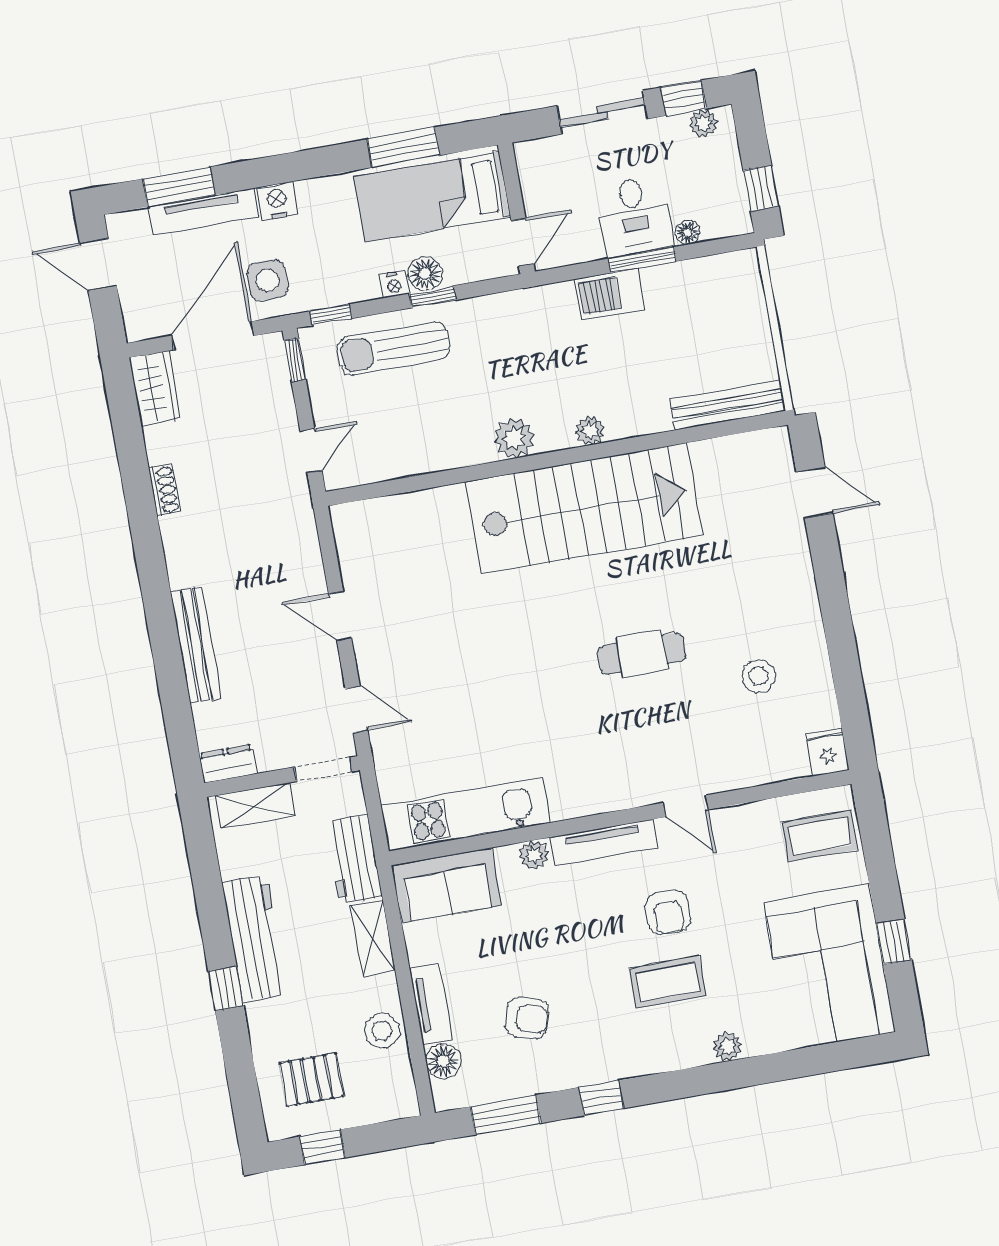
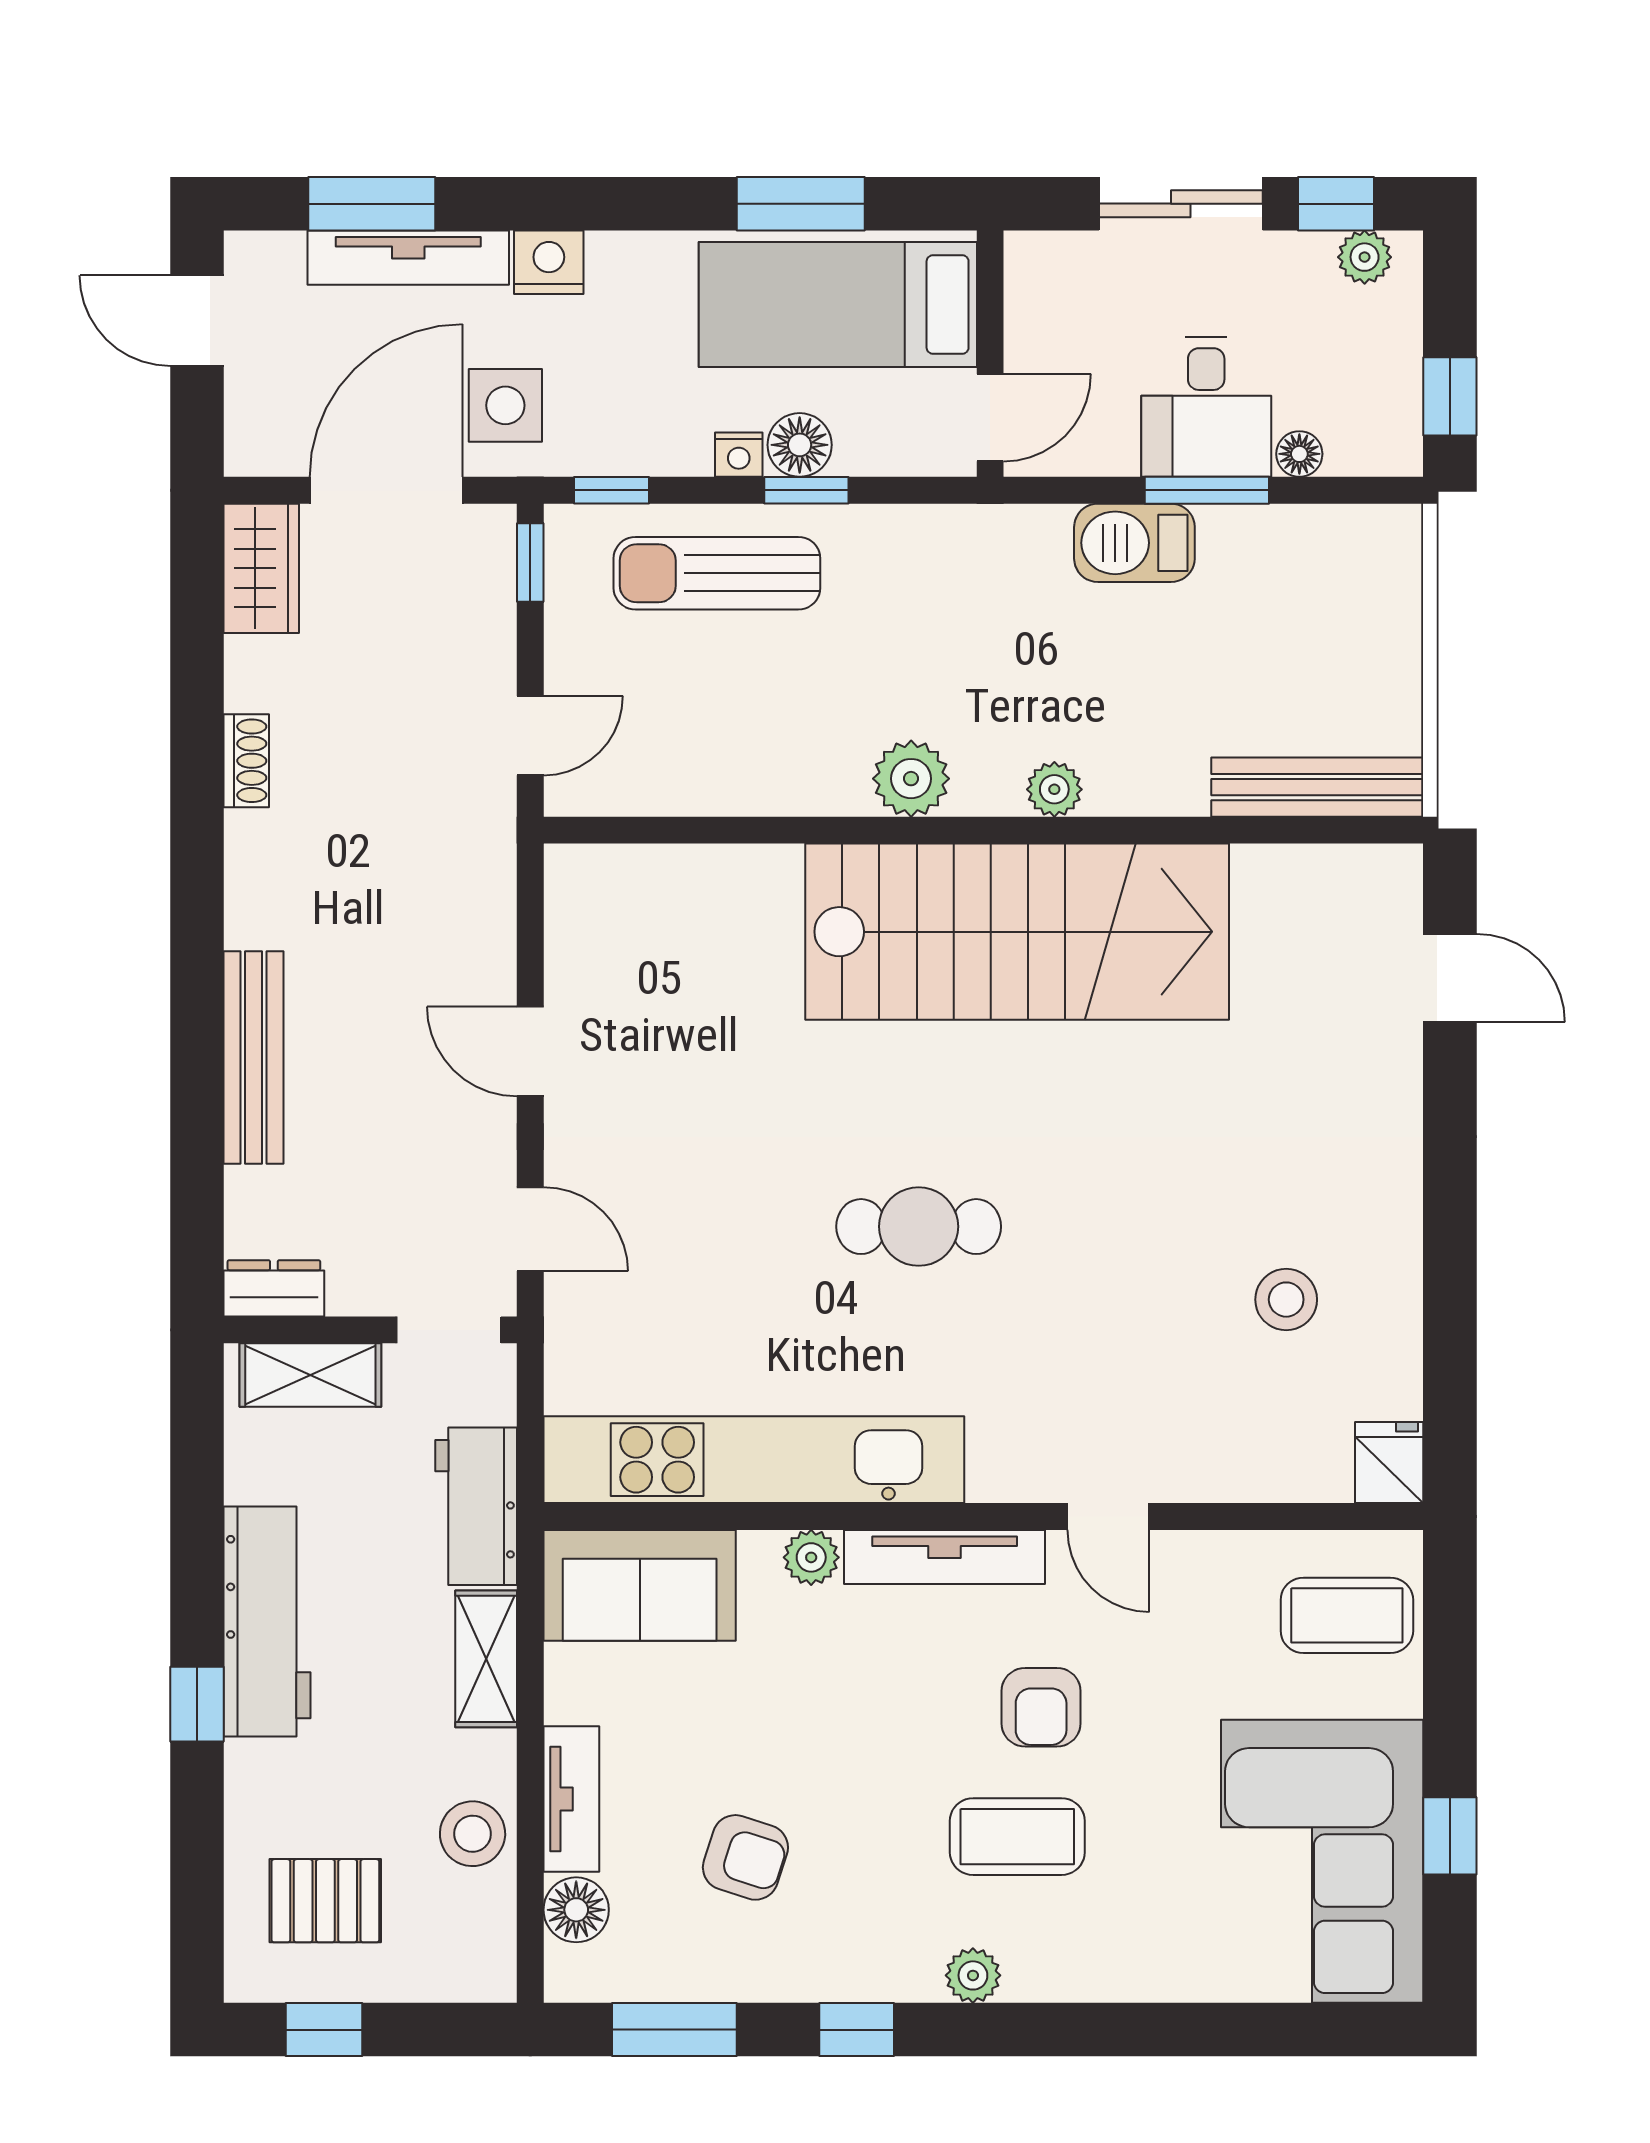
cafe table: (642, 654) -> (919, 1227), moved
kitchen unit: (465, 814) -> (754, 1460), width x1.36
plant: (727, 1047) -> (973, 1975), moved

